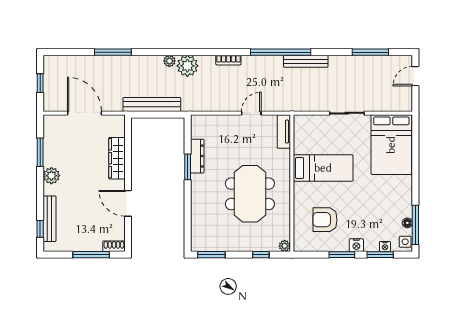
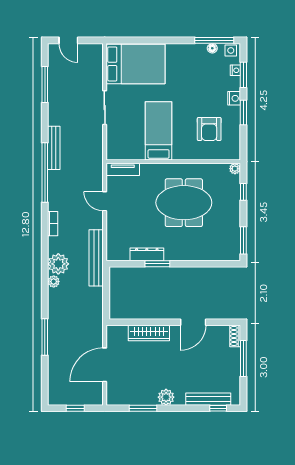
bench: (152, 104) -> (96, 258), moved

